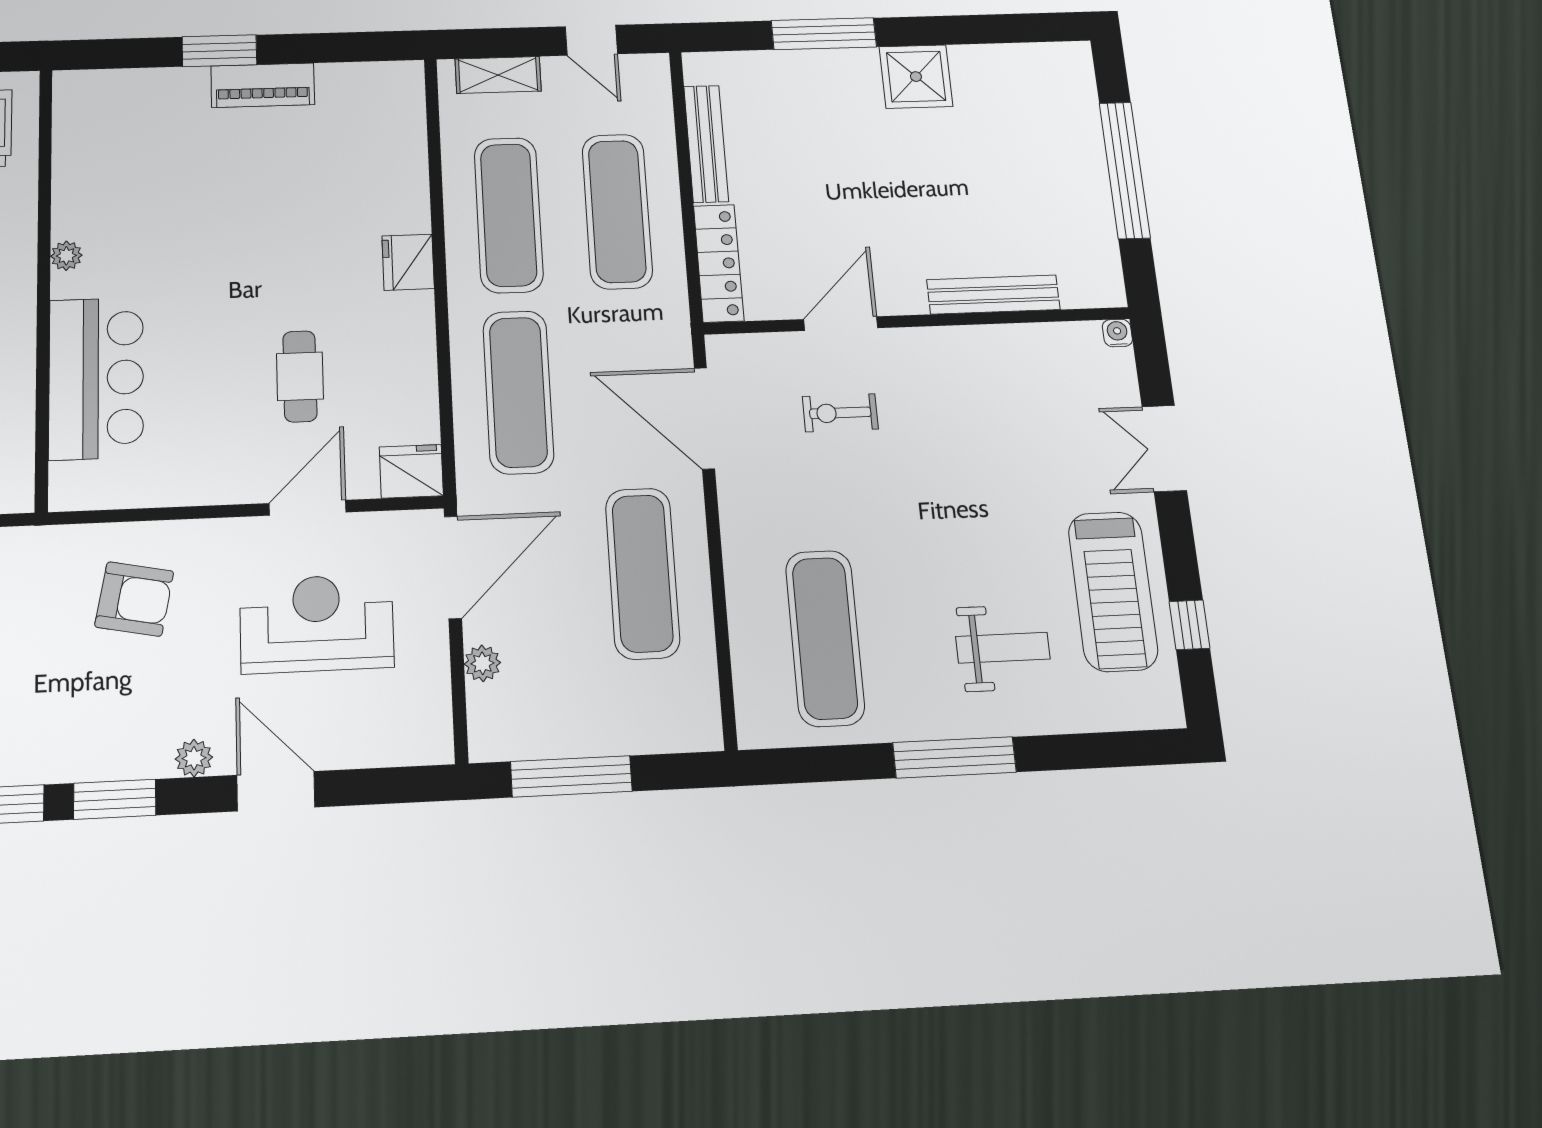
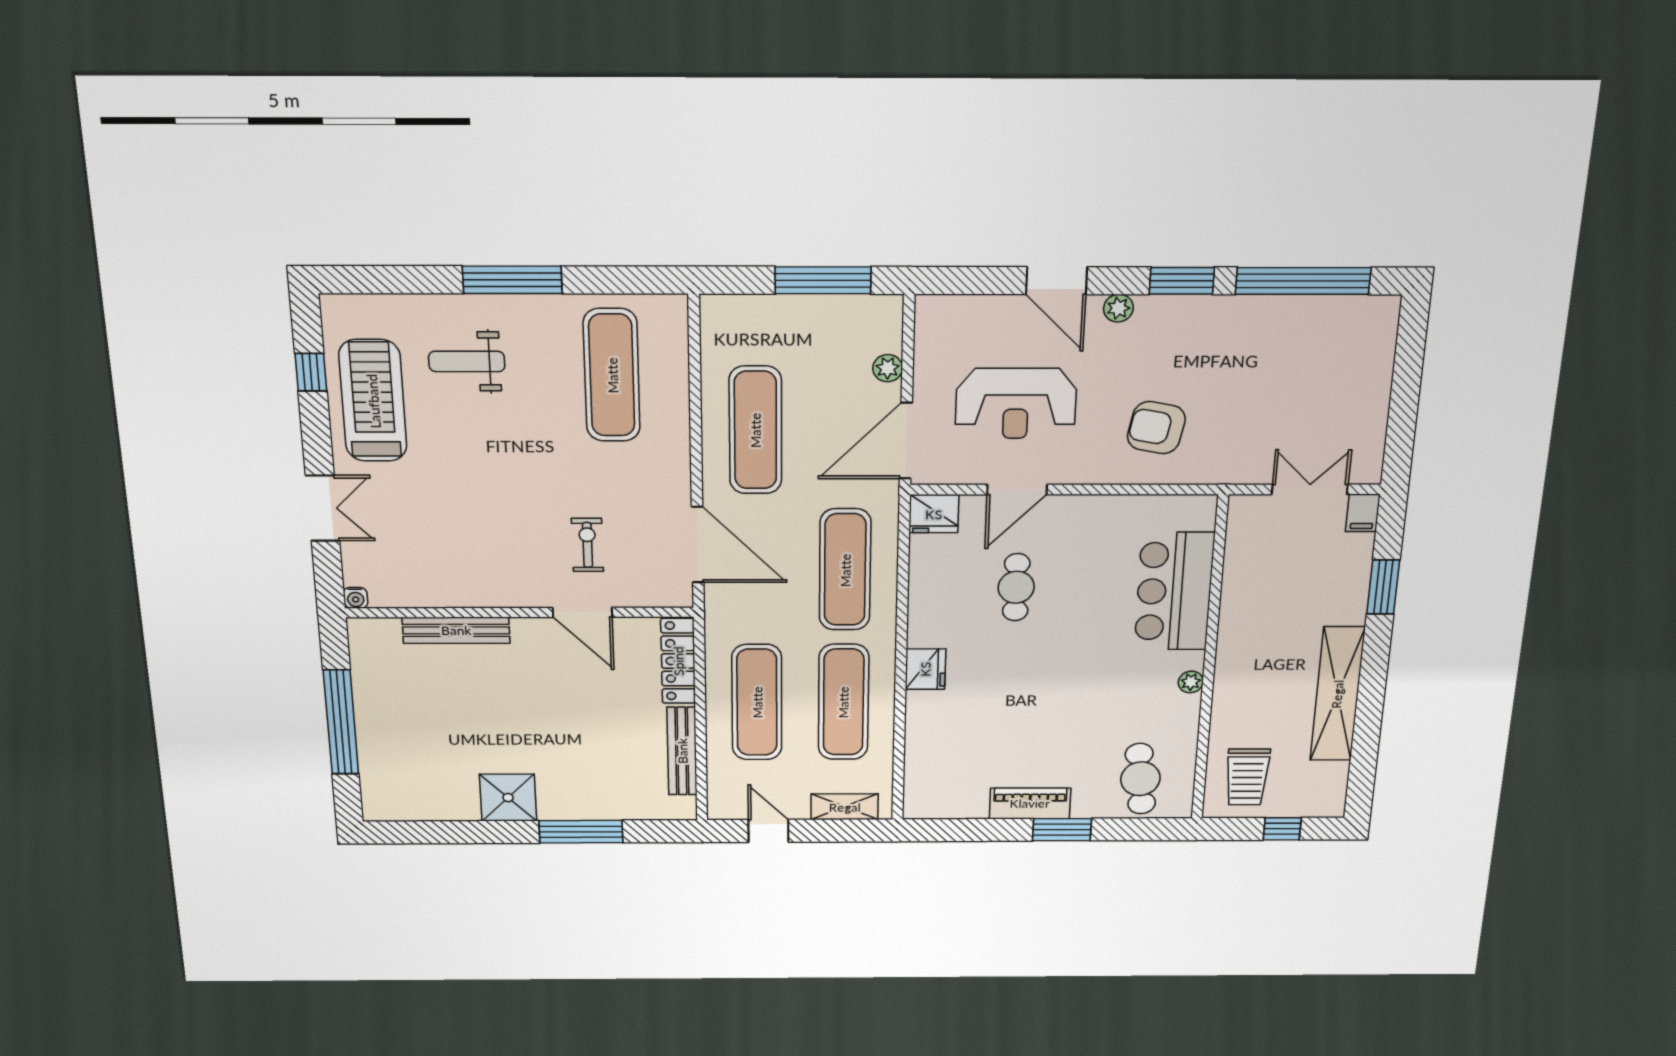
cafe table: (123, 122) -> (1140, 779), added
door: (841, 324) -> (582, 612), hinge flipped
exercise bike: (840, 413) -> (587, 545), turned -90

